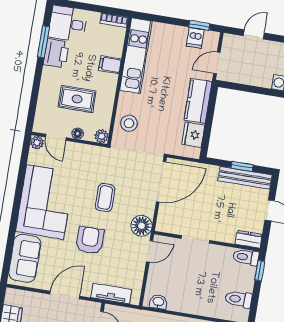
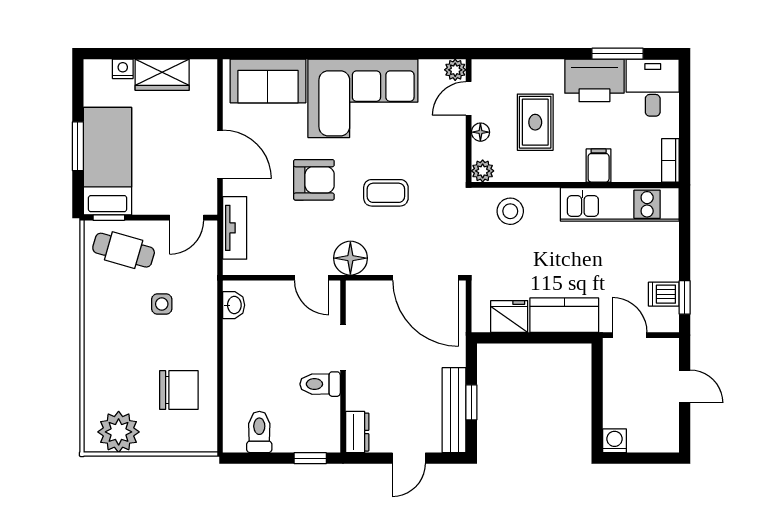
printer: (56, 53) -> (594, 80), width x1.37, depth x1.19
toilet: (246, 257) -> (320, 384), moved, turned -90

